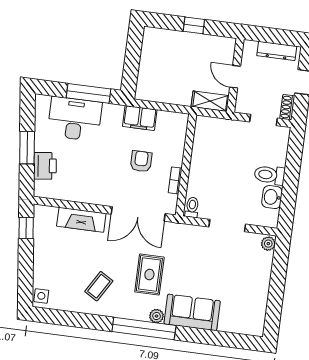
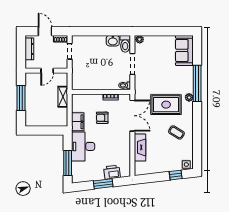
window: (194, 25) -> (21, 98), width x2.17
window: (89, 93) -> (68, 163), moved
shelving: (210, 101) -> (63, 97), moved
desk: (75, 119) -> (83, 146), moved
toilet: (270, 175) -> (125, 44), moved
window: (26, 228) -> (176, 175), moved
rug: (149, 275) -> (166, 105), width x1.36, depth x1.43
sofa: (192, 312) -> (184, 50), moved
window: (144, 329) -> (197, 83), moved

